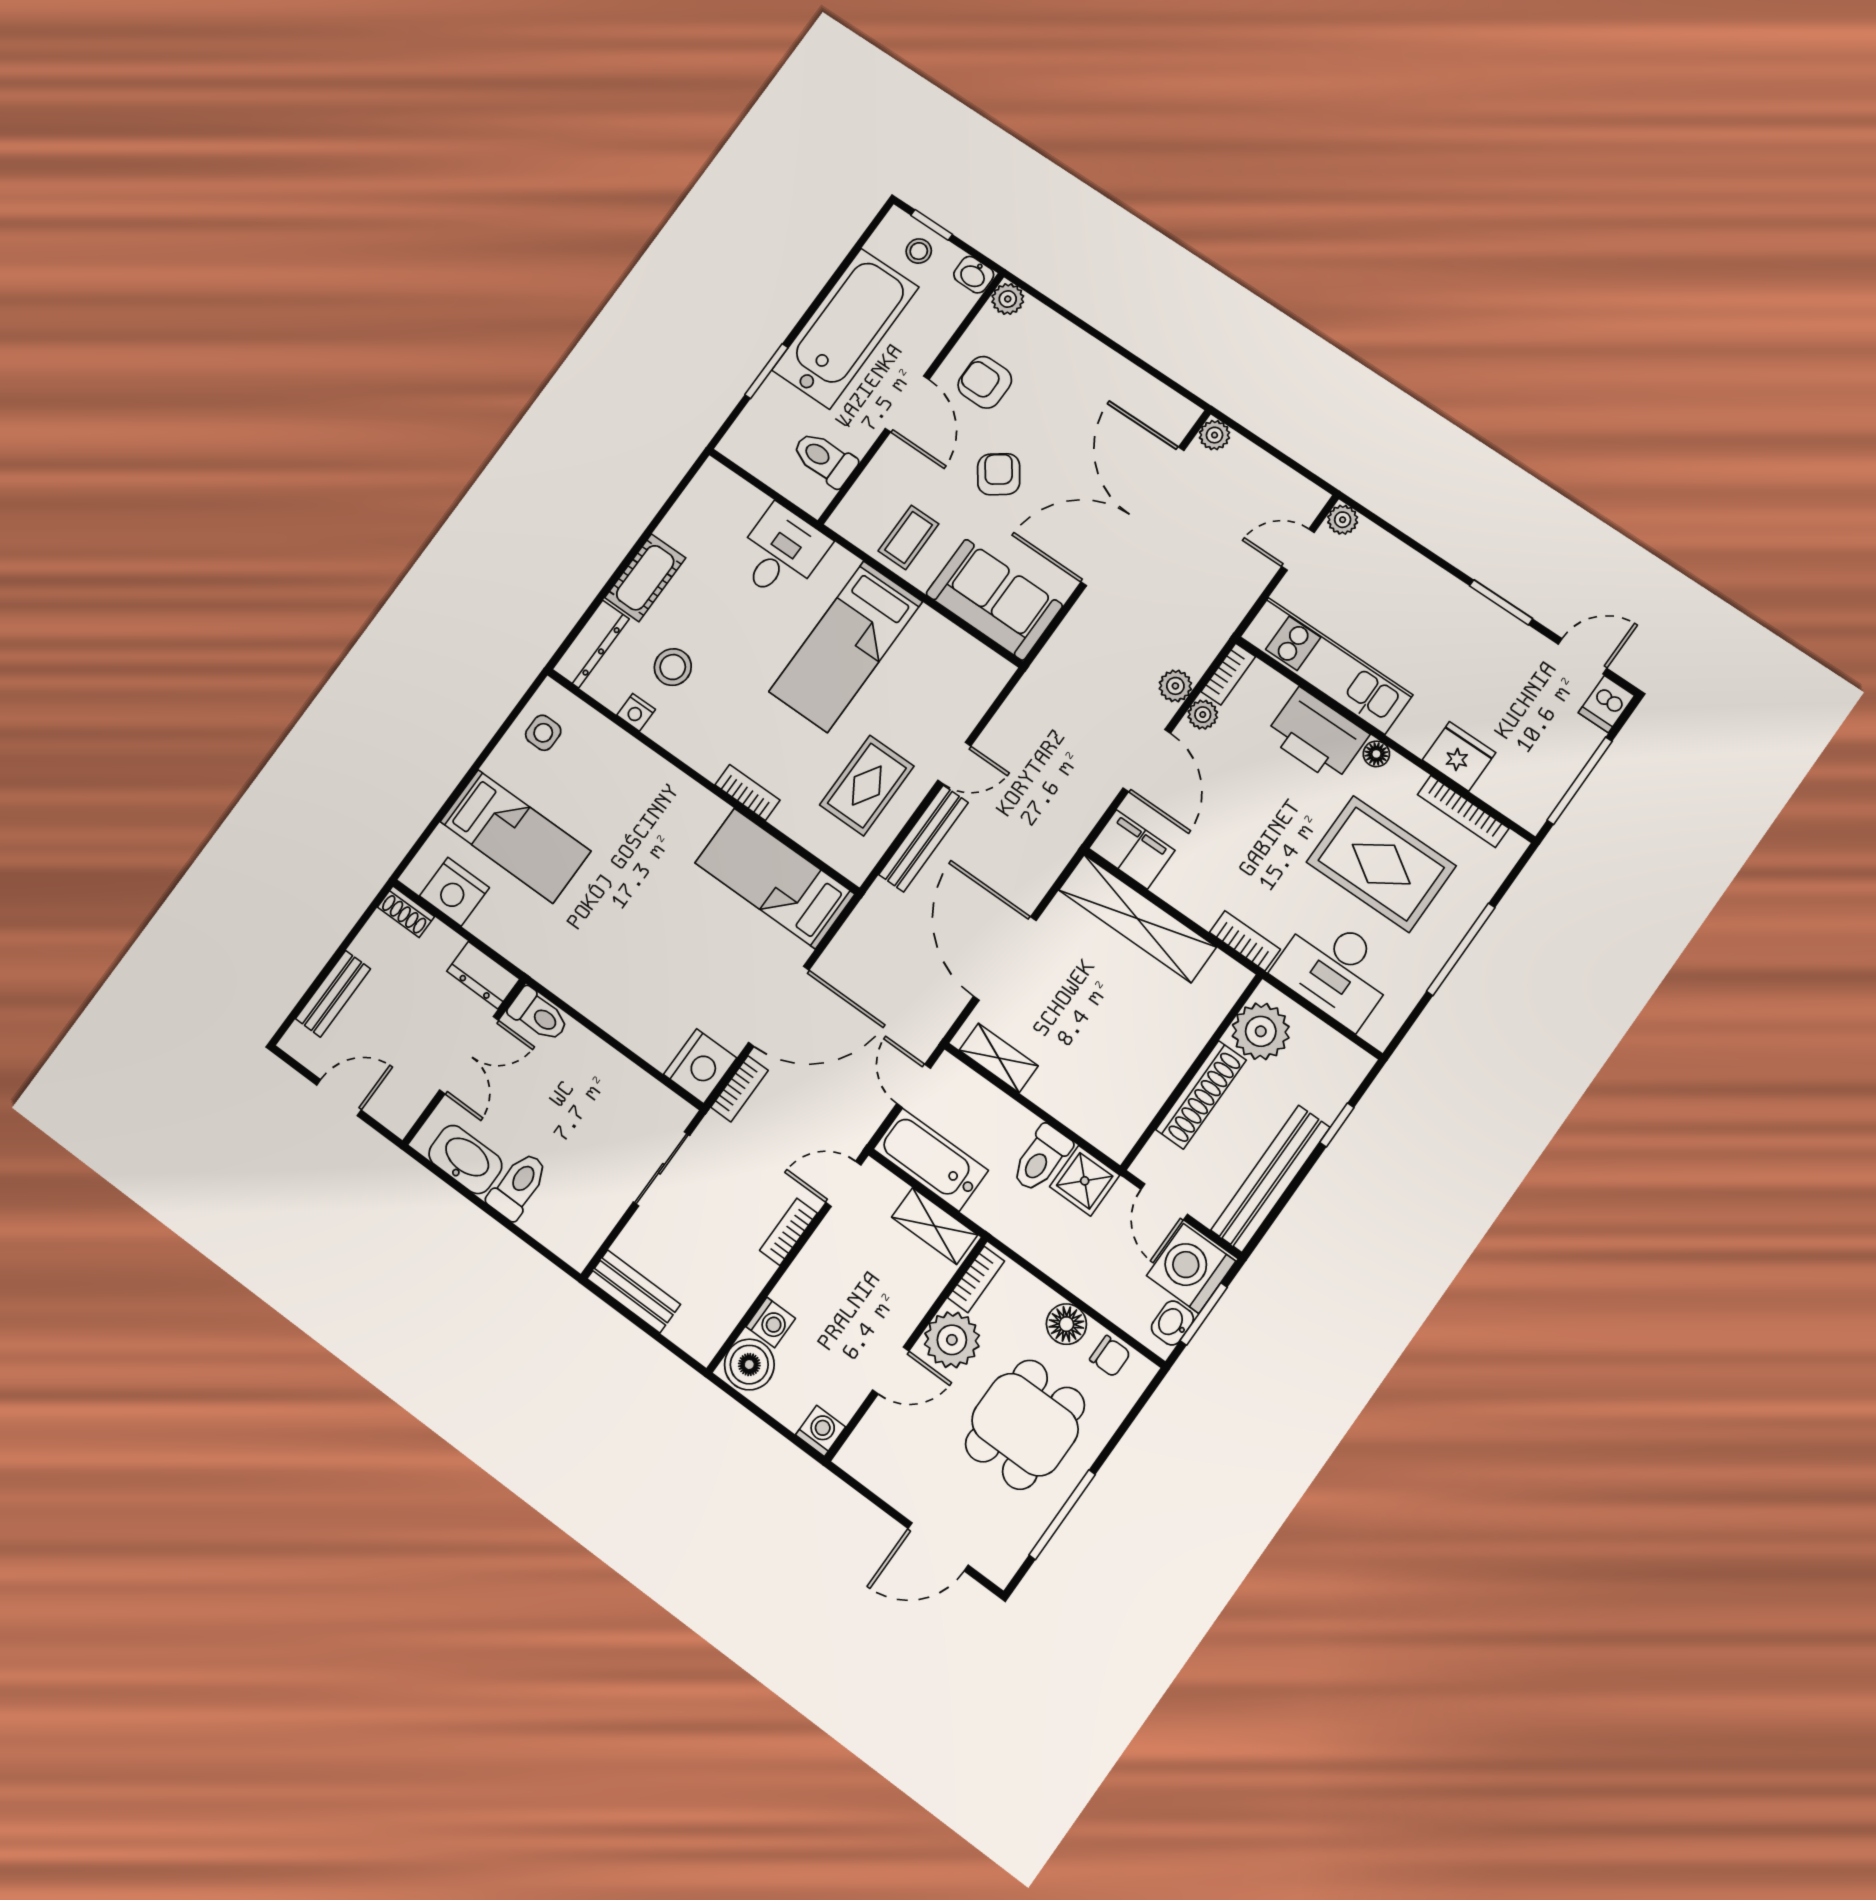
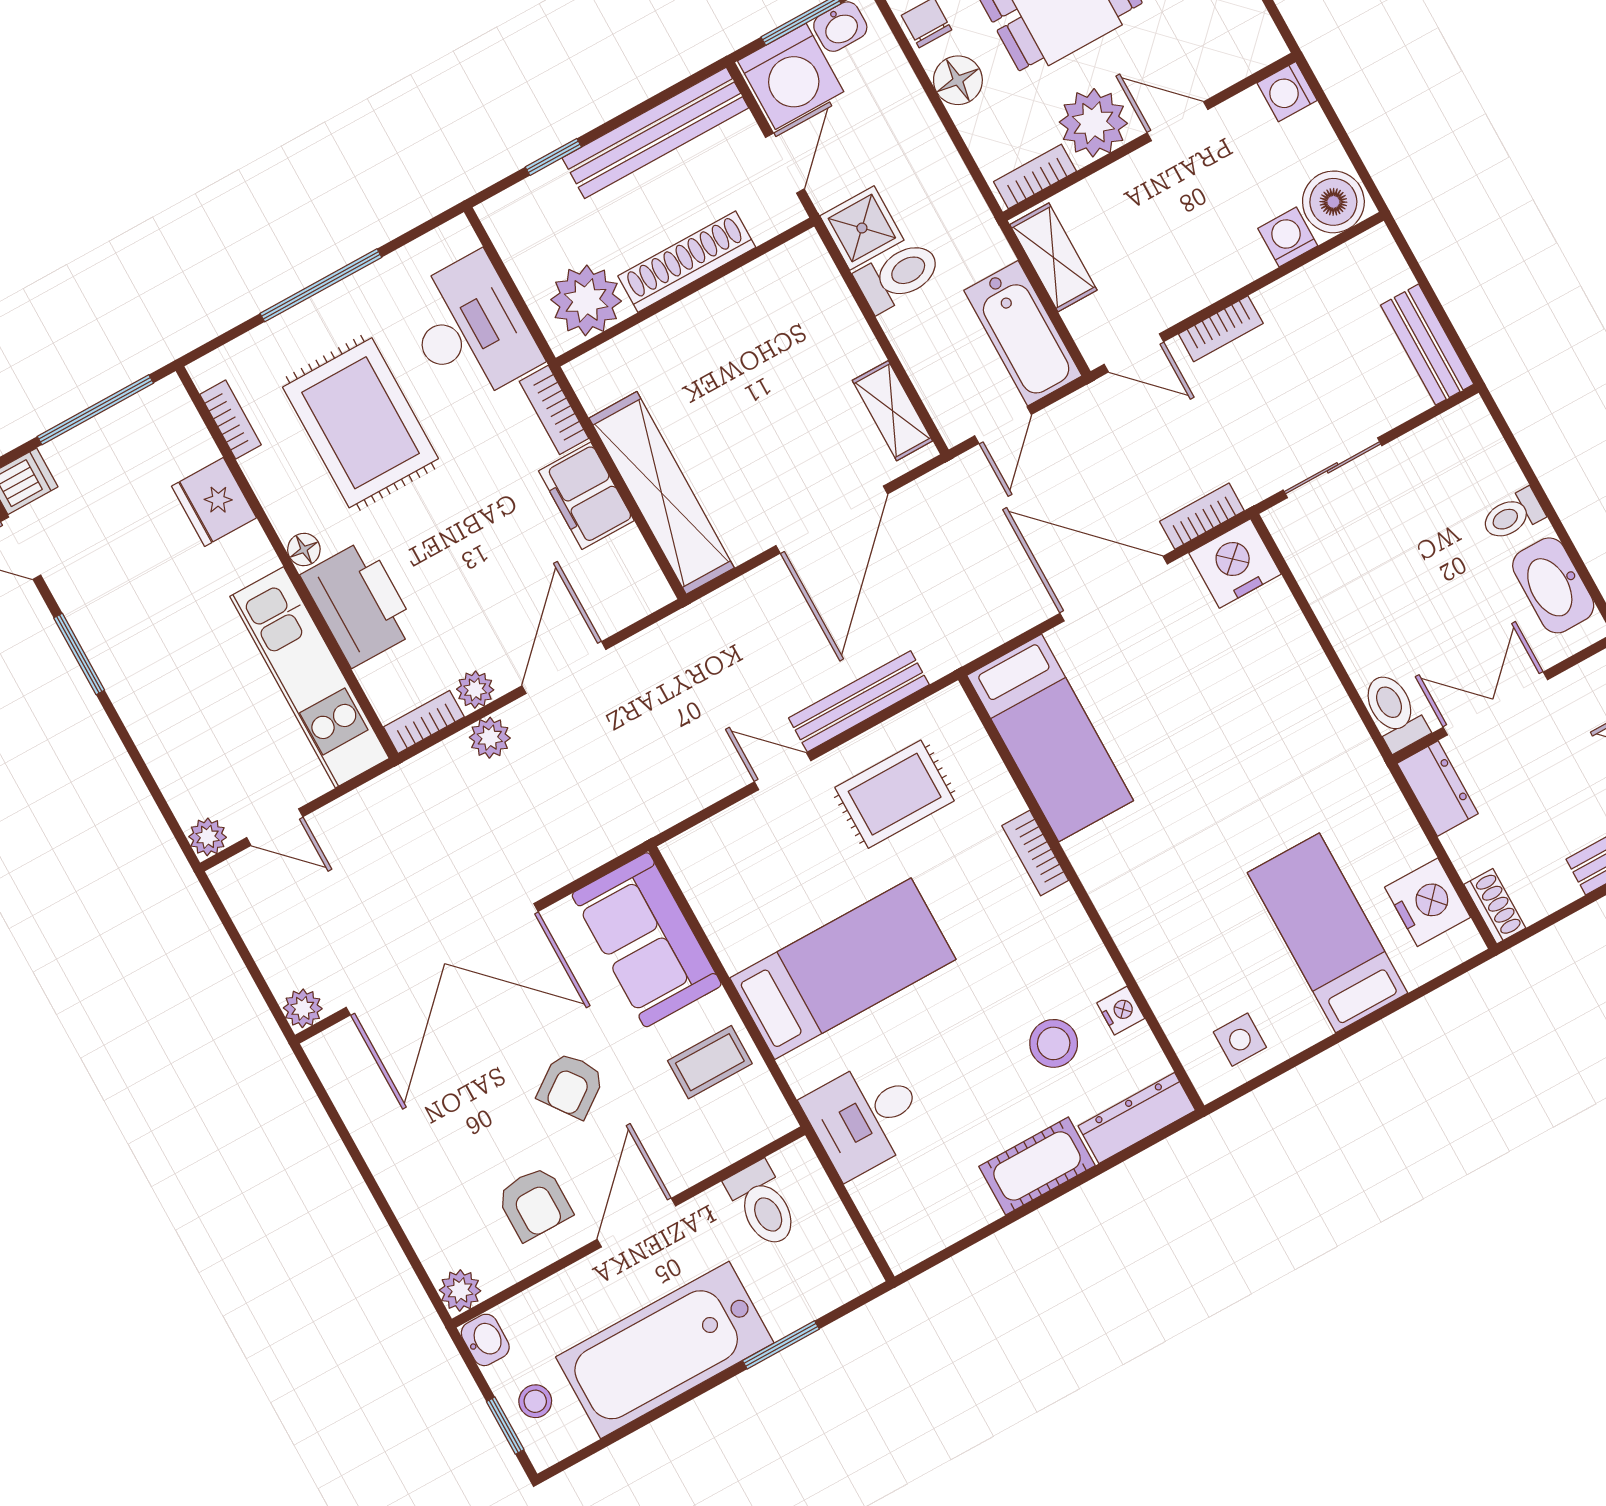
bookcase: (1463, 811) -> (231, 420), width x0.64
filing cabinet: (1132, 849) -> (586, 496), moved
toilet: (518, 1186) -> (1513, 515), width x0.73, depth x0.72

